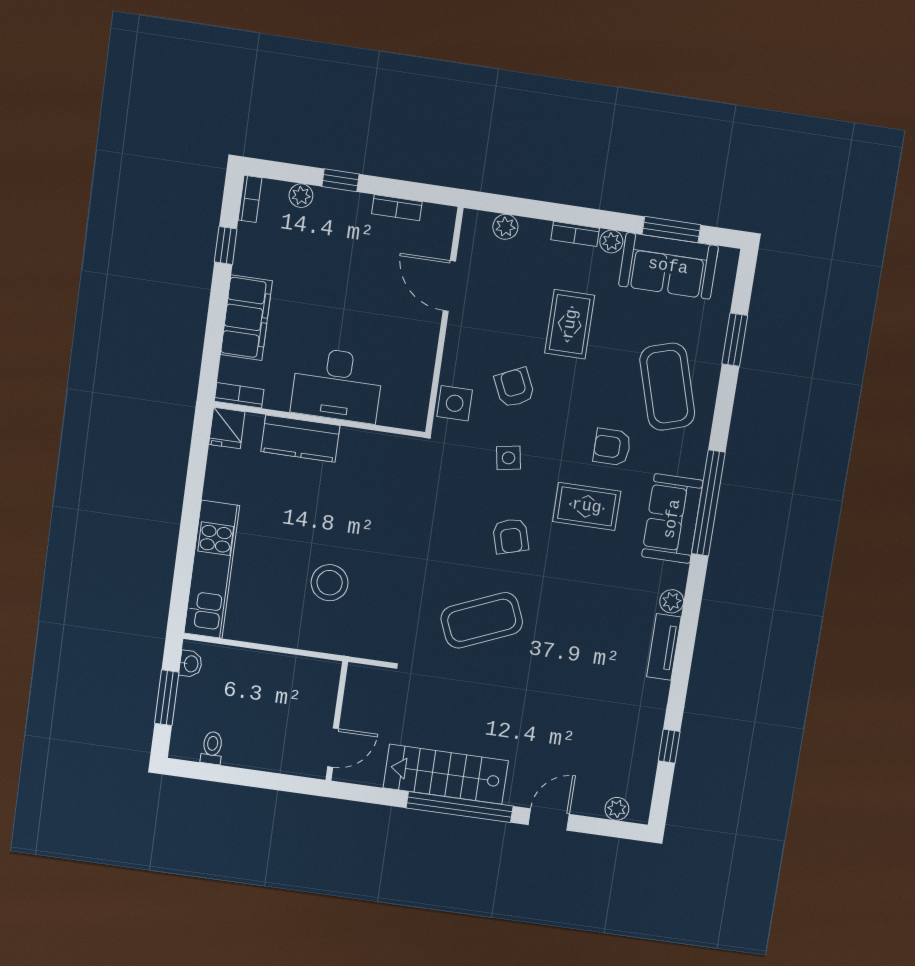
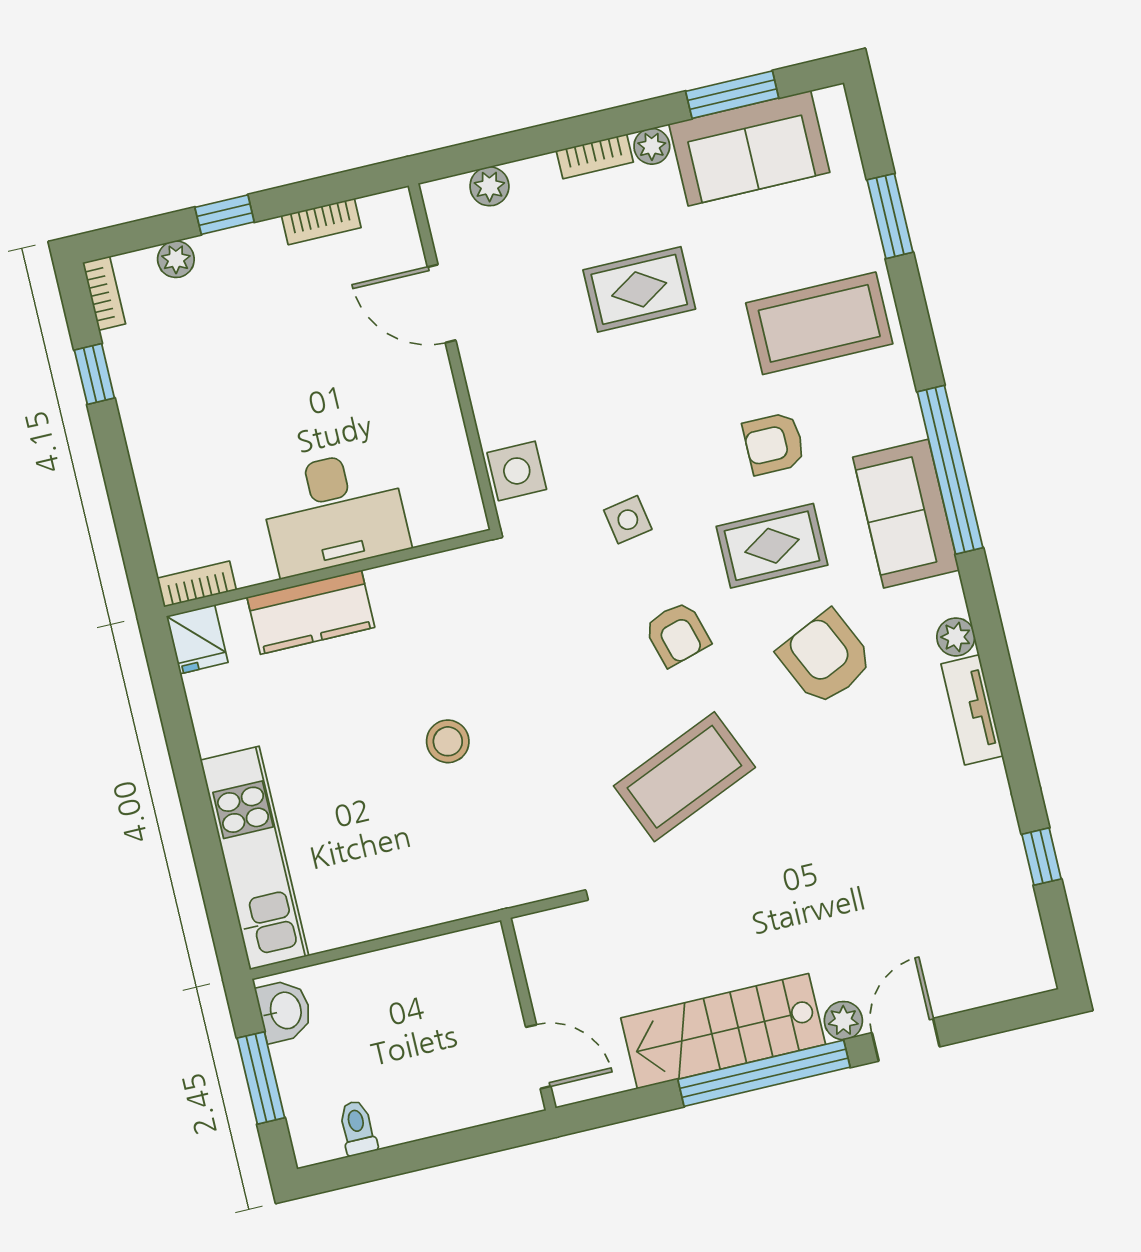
filing cabinet: (246, 318) -> (164, 467), removed
rug: (570, 324) -> (639, 289), turned 90
coffee table: (667, 387) -> (819, 323), turned -73
armchair: (514, 388) -> (826, 658), moved, width x1.38, depth x1.38
stool: (330, 583) -> (448, 741), moved, width x0.73, depth x0.73
washbasin: (191, 664) -> (284, 1011), width x1.38, depth x1.45
door: (333, 748) -> (538, 1057), hinge flipped
plant: (617, 809) -> (843, 1021), moved

